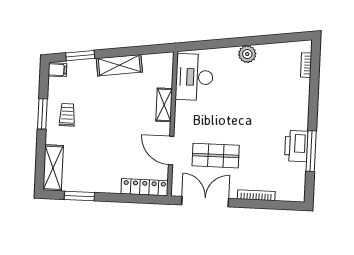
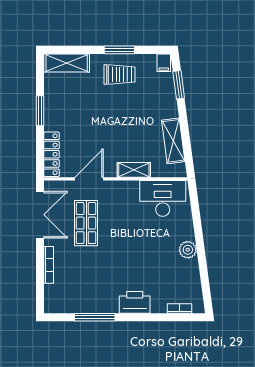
shelving: (119, 65) -> (173, 141), moved
trolley: (67, 115) -> (120, 75), width x1.36, depth x1.39
printer: (296, 146) -> (135, 302), moved
window: (79, 196) -> (40, 111), moved

